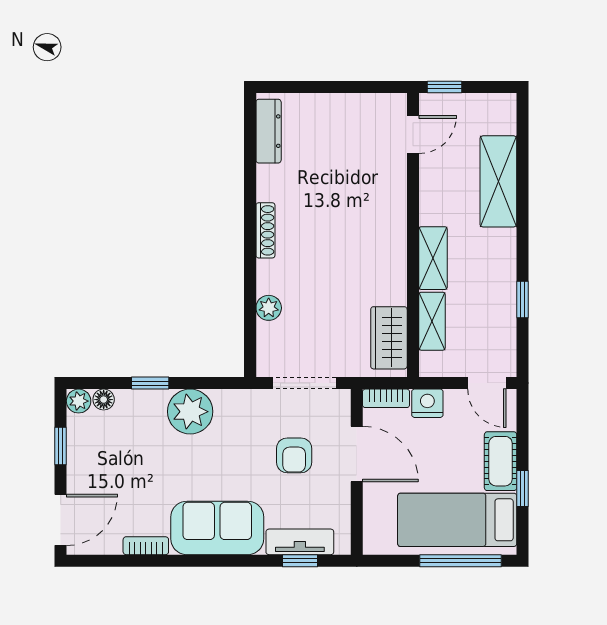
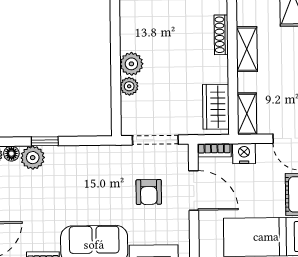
shoe rack: (265, 230) -> (221, 35), moved, turned 180
plant: (272, 277) -> (131, 64), added
shelving: (432, 321) -> (247, 114), moved
plant: (190, 412) -> (33, 158), moved, width x0.73, depth x0.73

